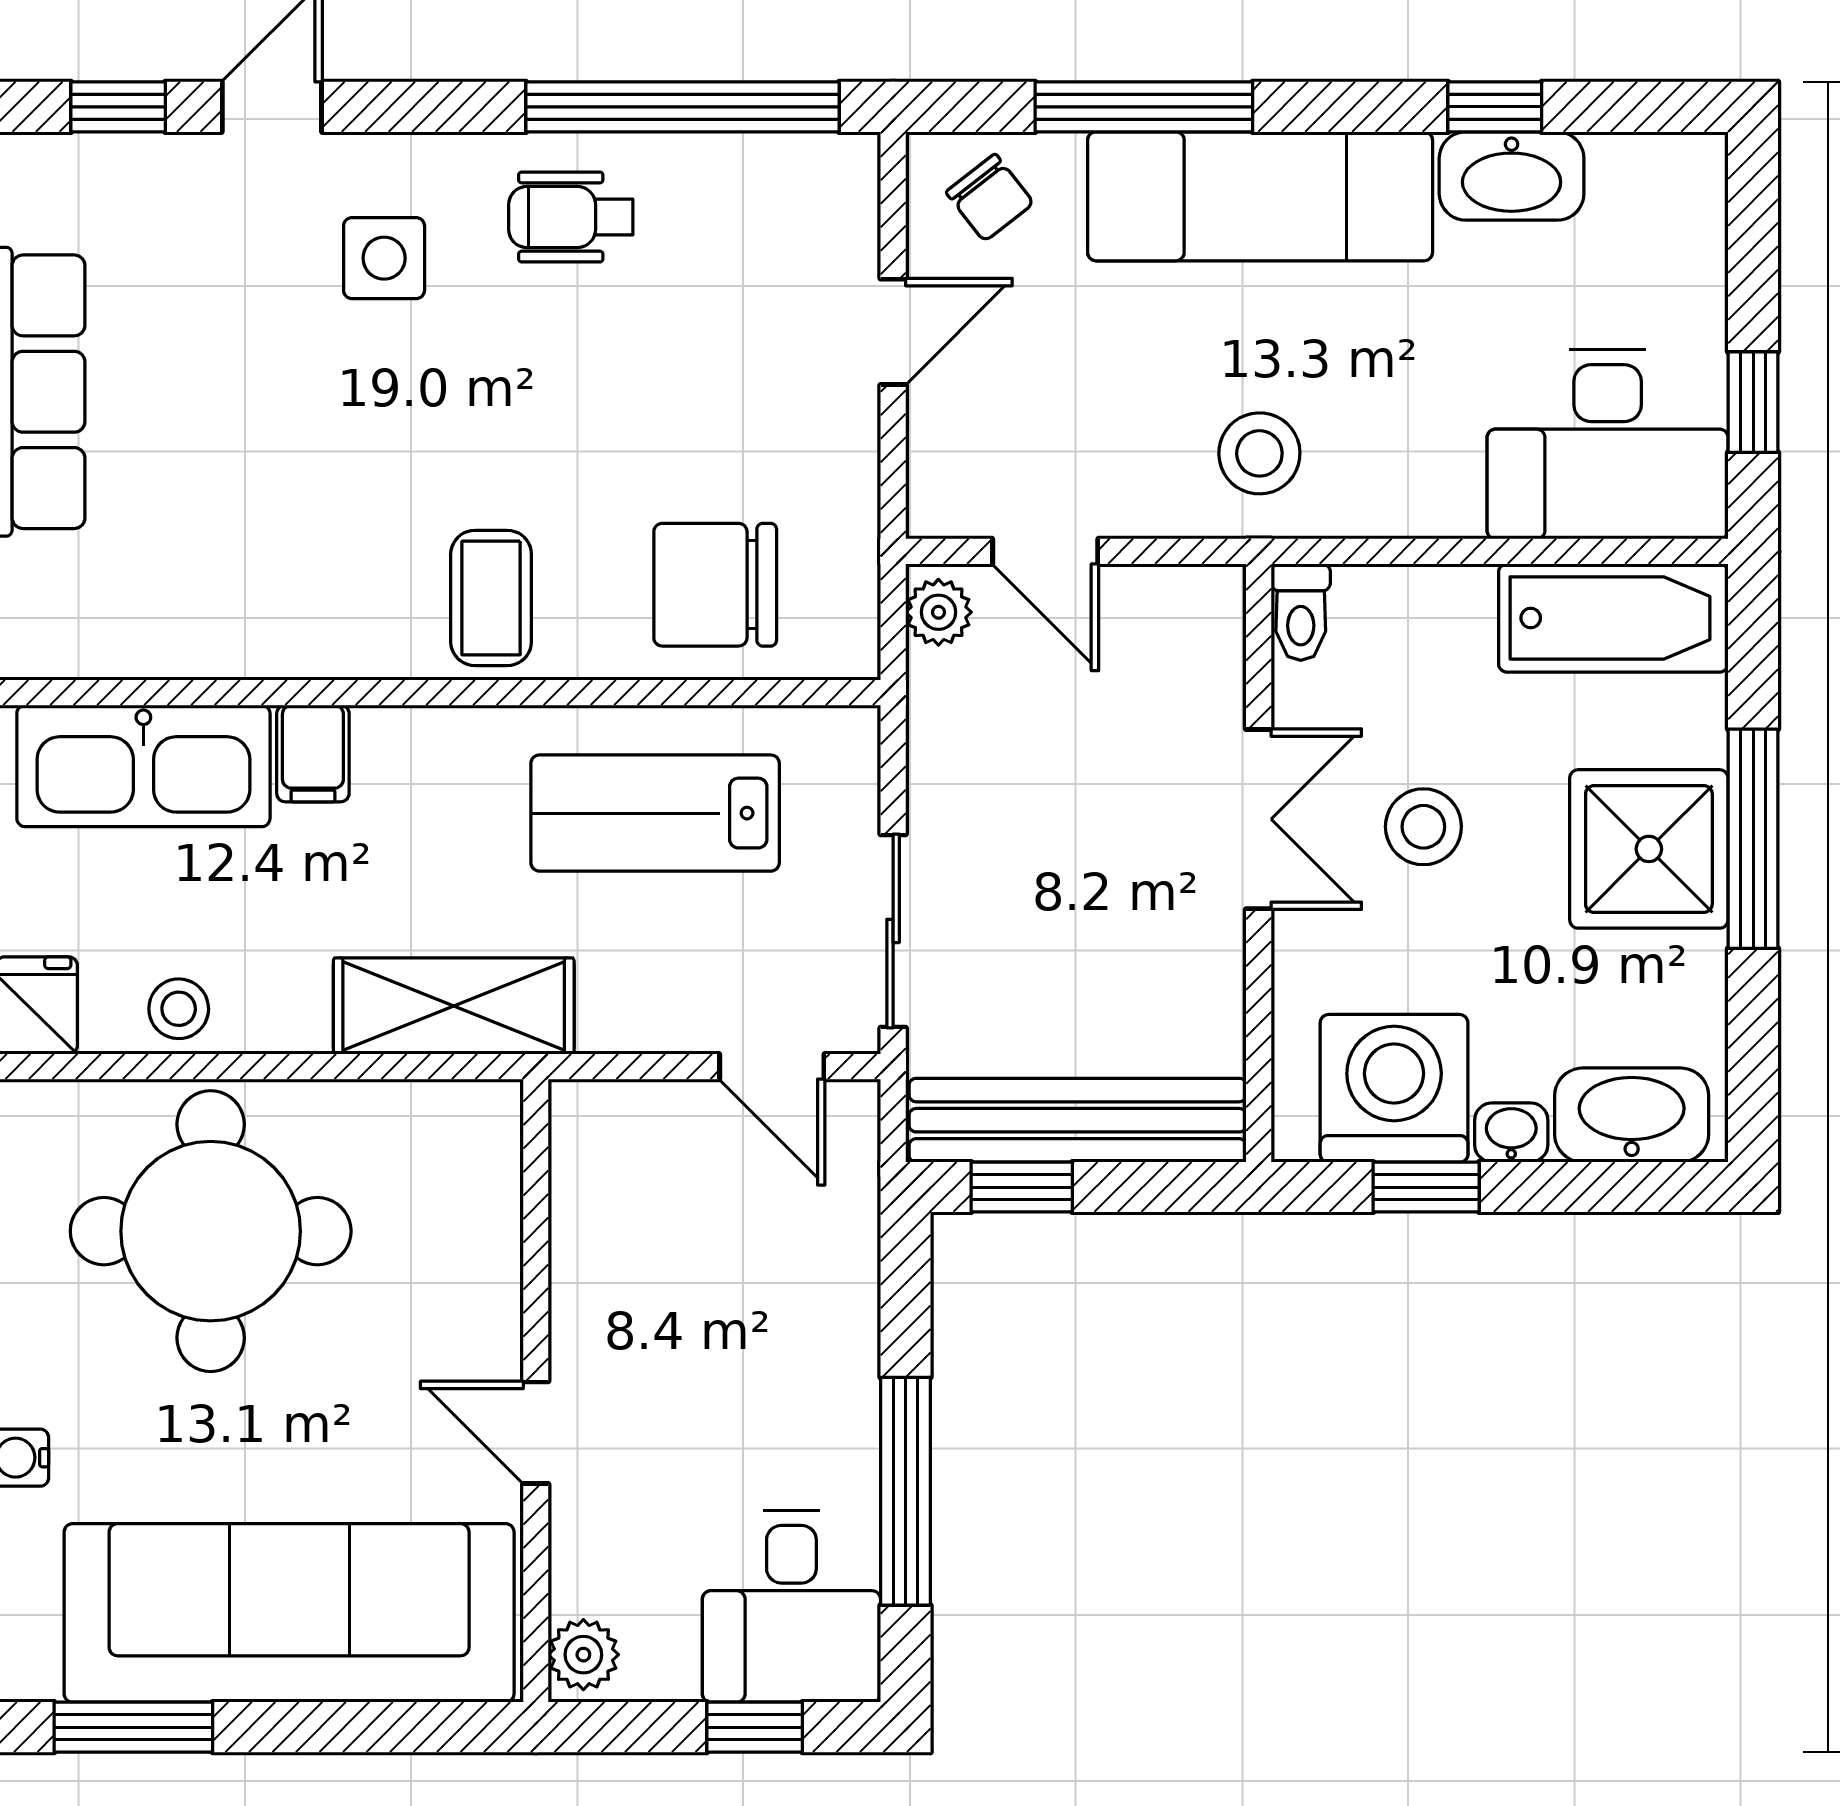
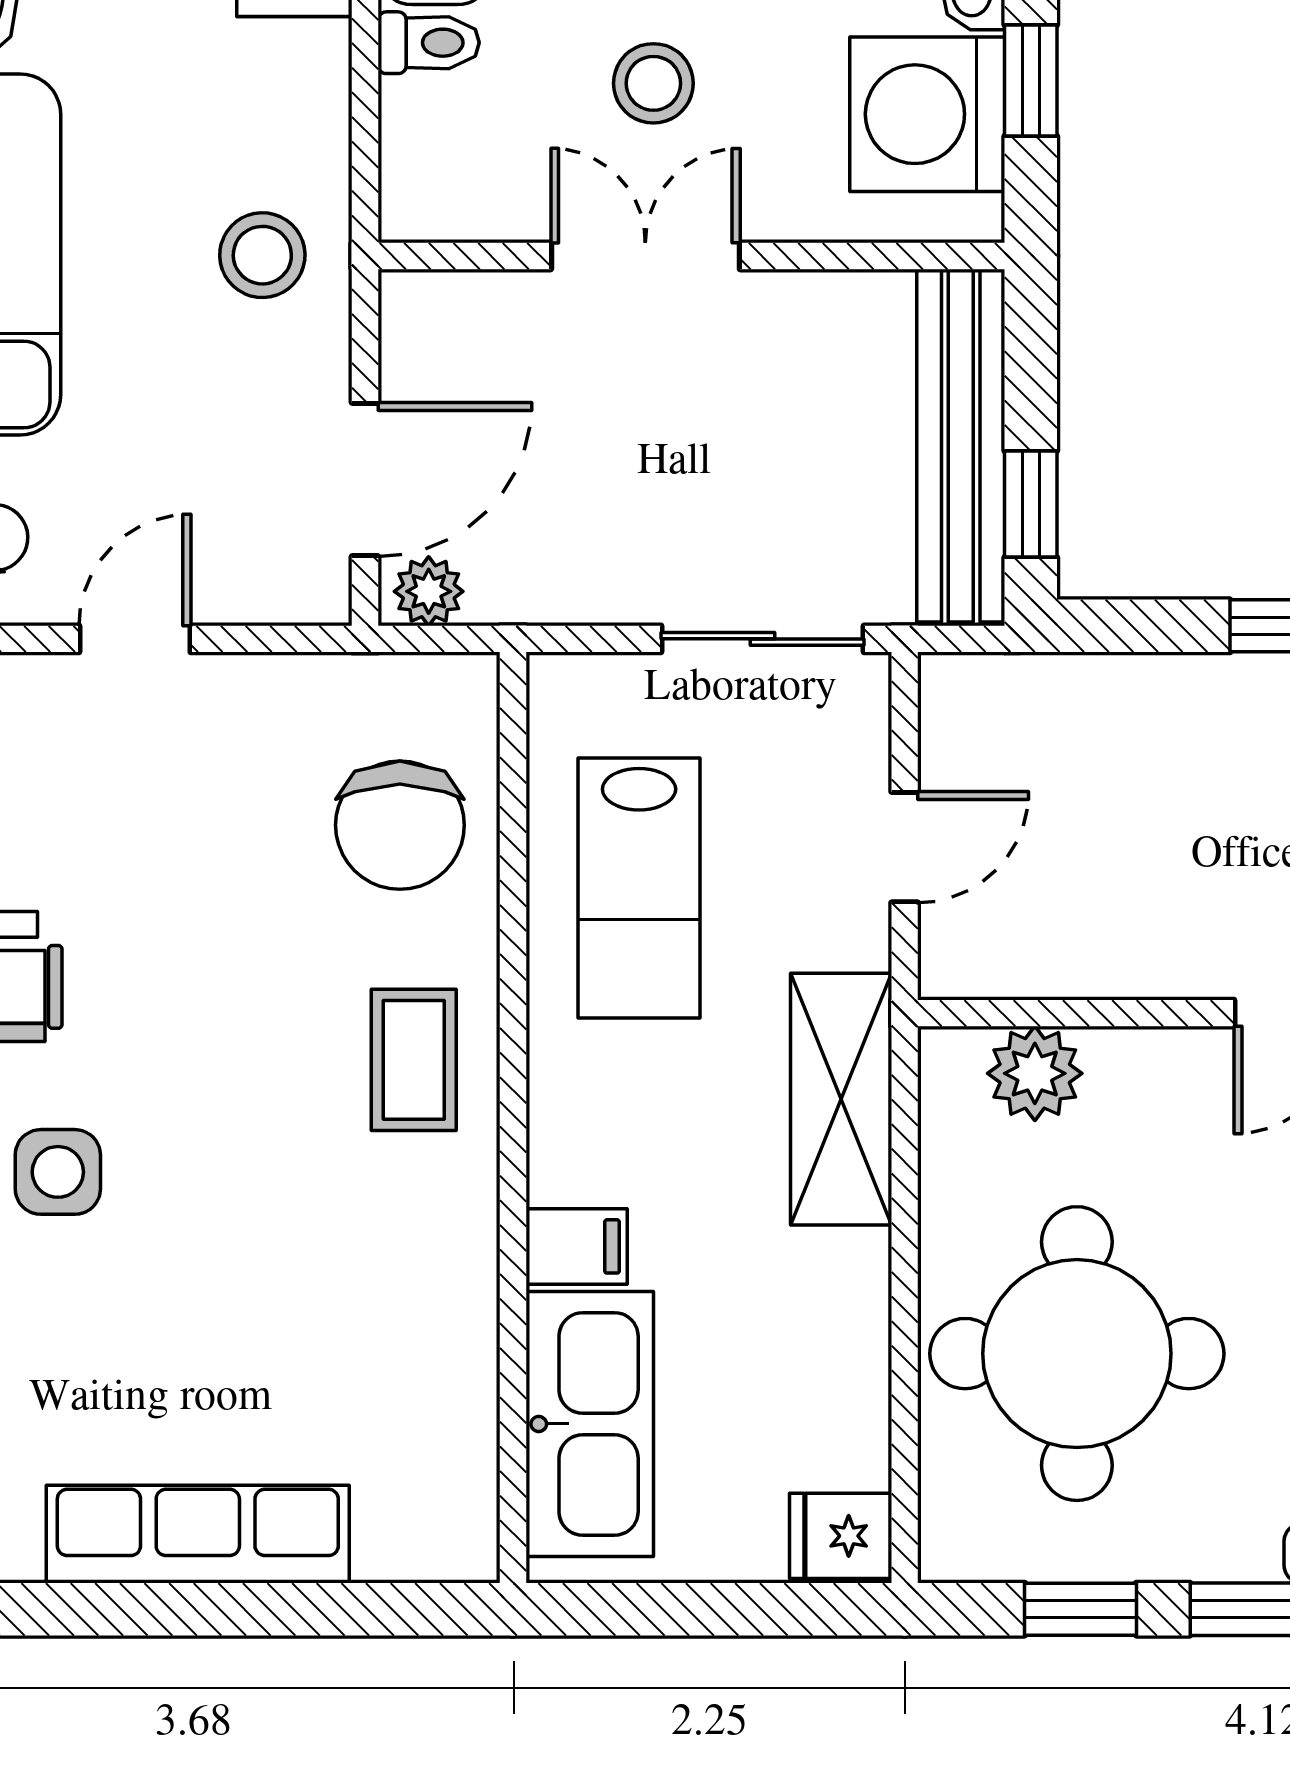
door: (893, 332) -> (135, 639), hinge flipped
door: (1045, 551) -> (365, 479), width x1.38
coffee table: (491, 598) -> (414, 1060), turned 90
toilet: (1301, 612) -> (429, 43), moved
stool: (179, 1009) -> (844, 1387), removed
door: (772, 1067) -> (905, 847), moved
plant: (478, 1191) -> (1035, 1073), added

